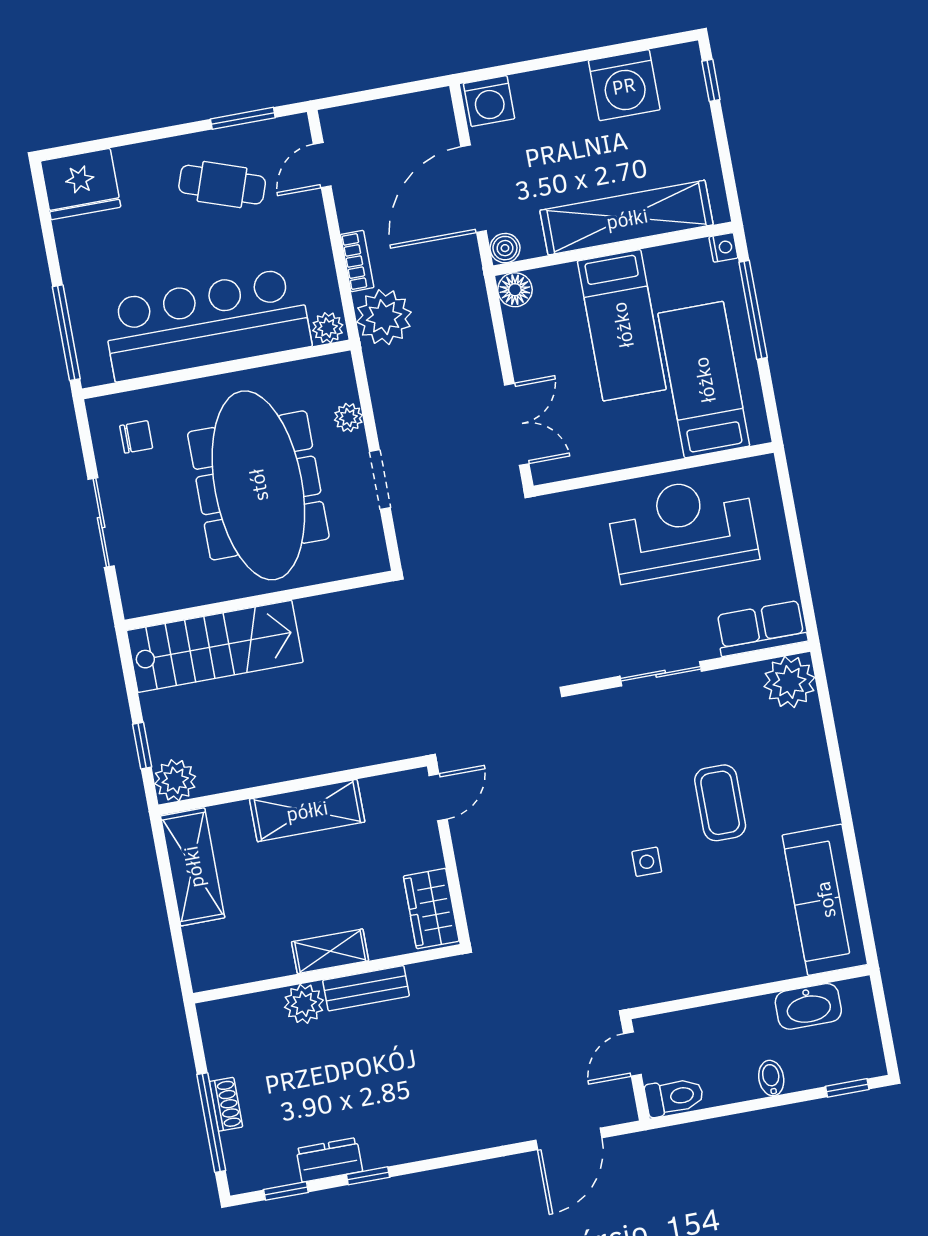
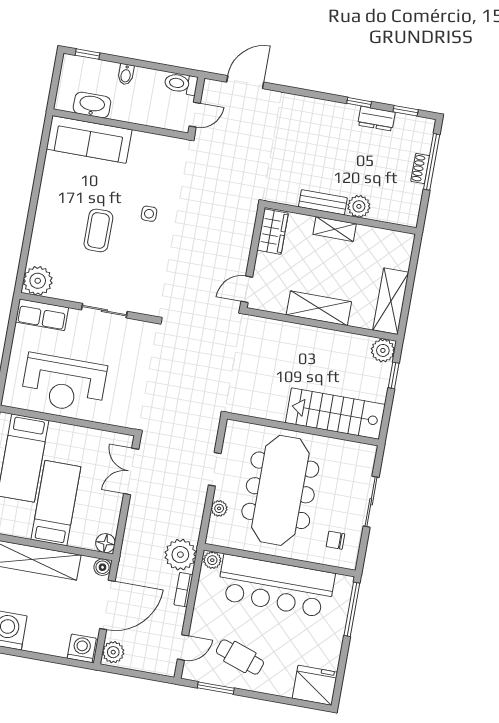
plant: (435, 114) -> (113, 652), added
sofa: (825, 900) -> (89, 139), moved, turned 90

